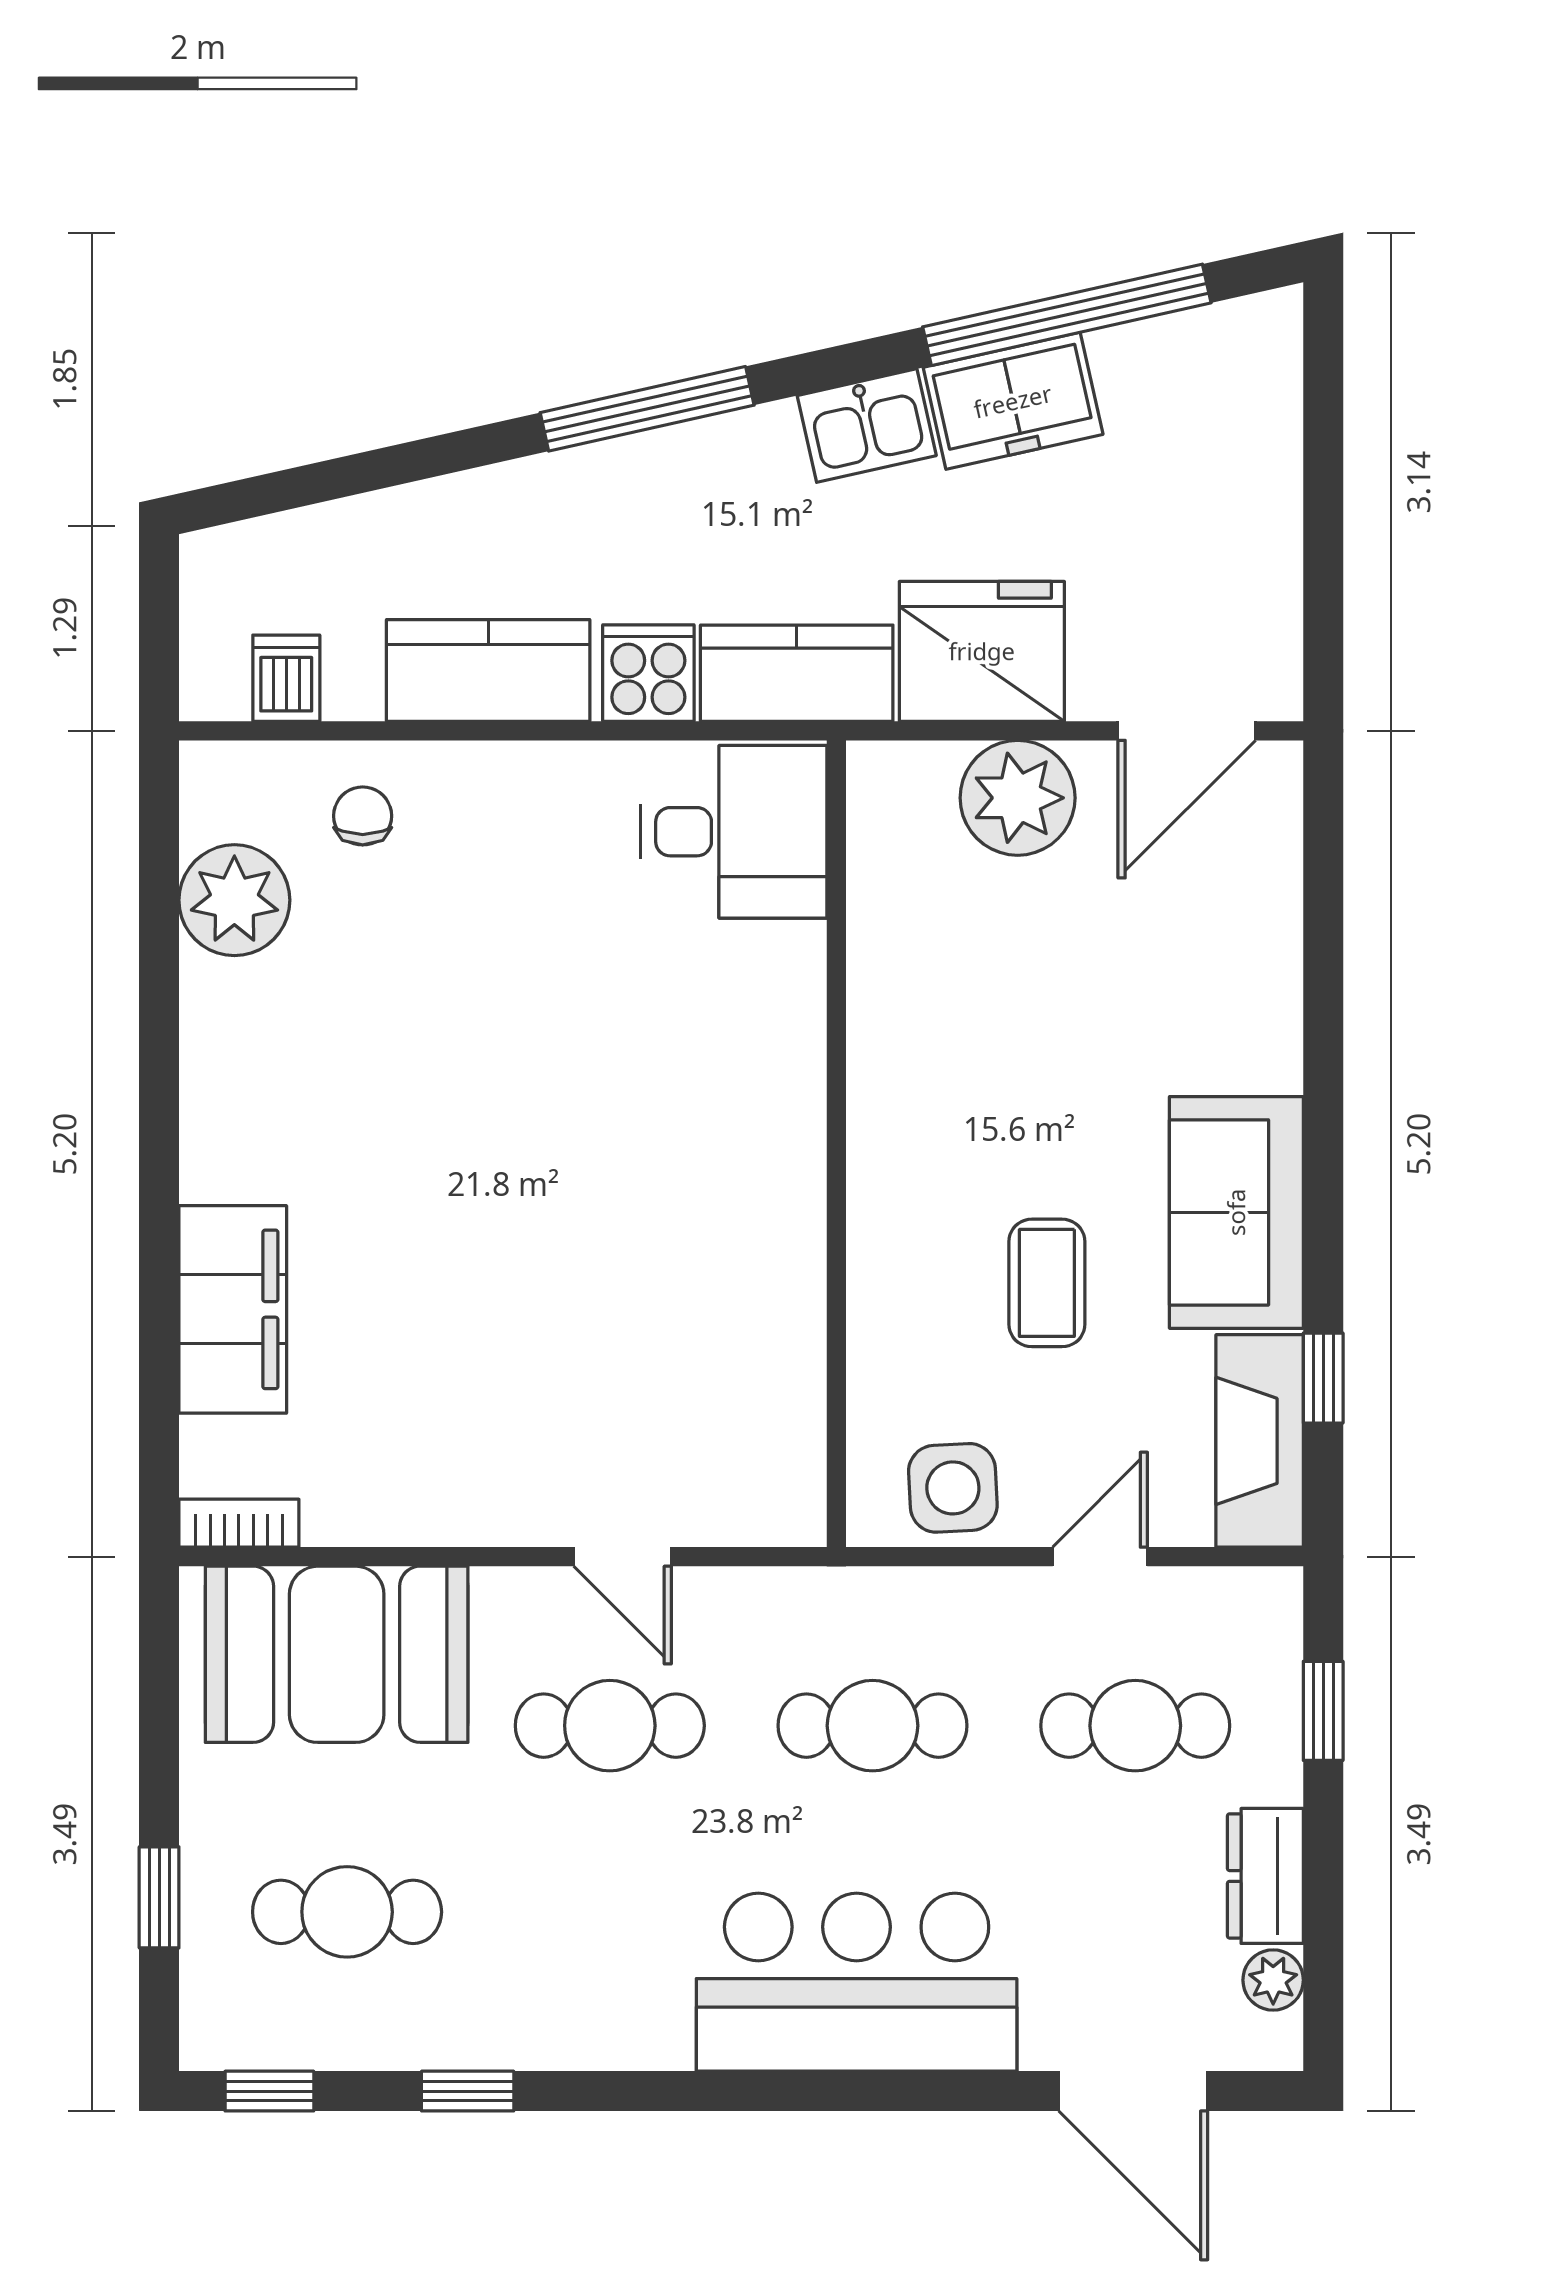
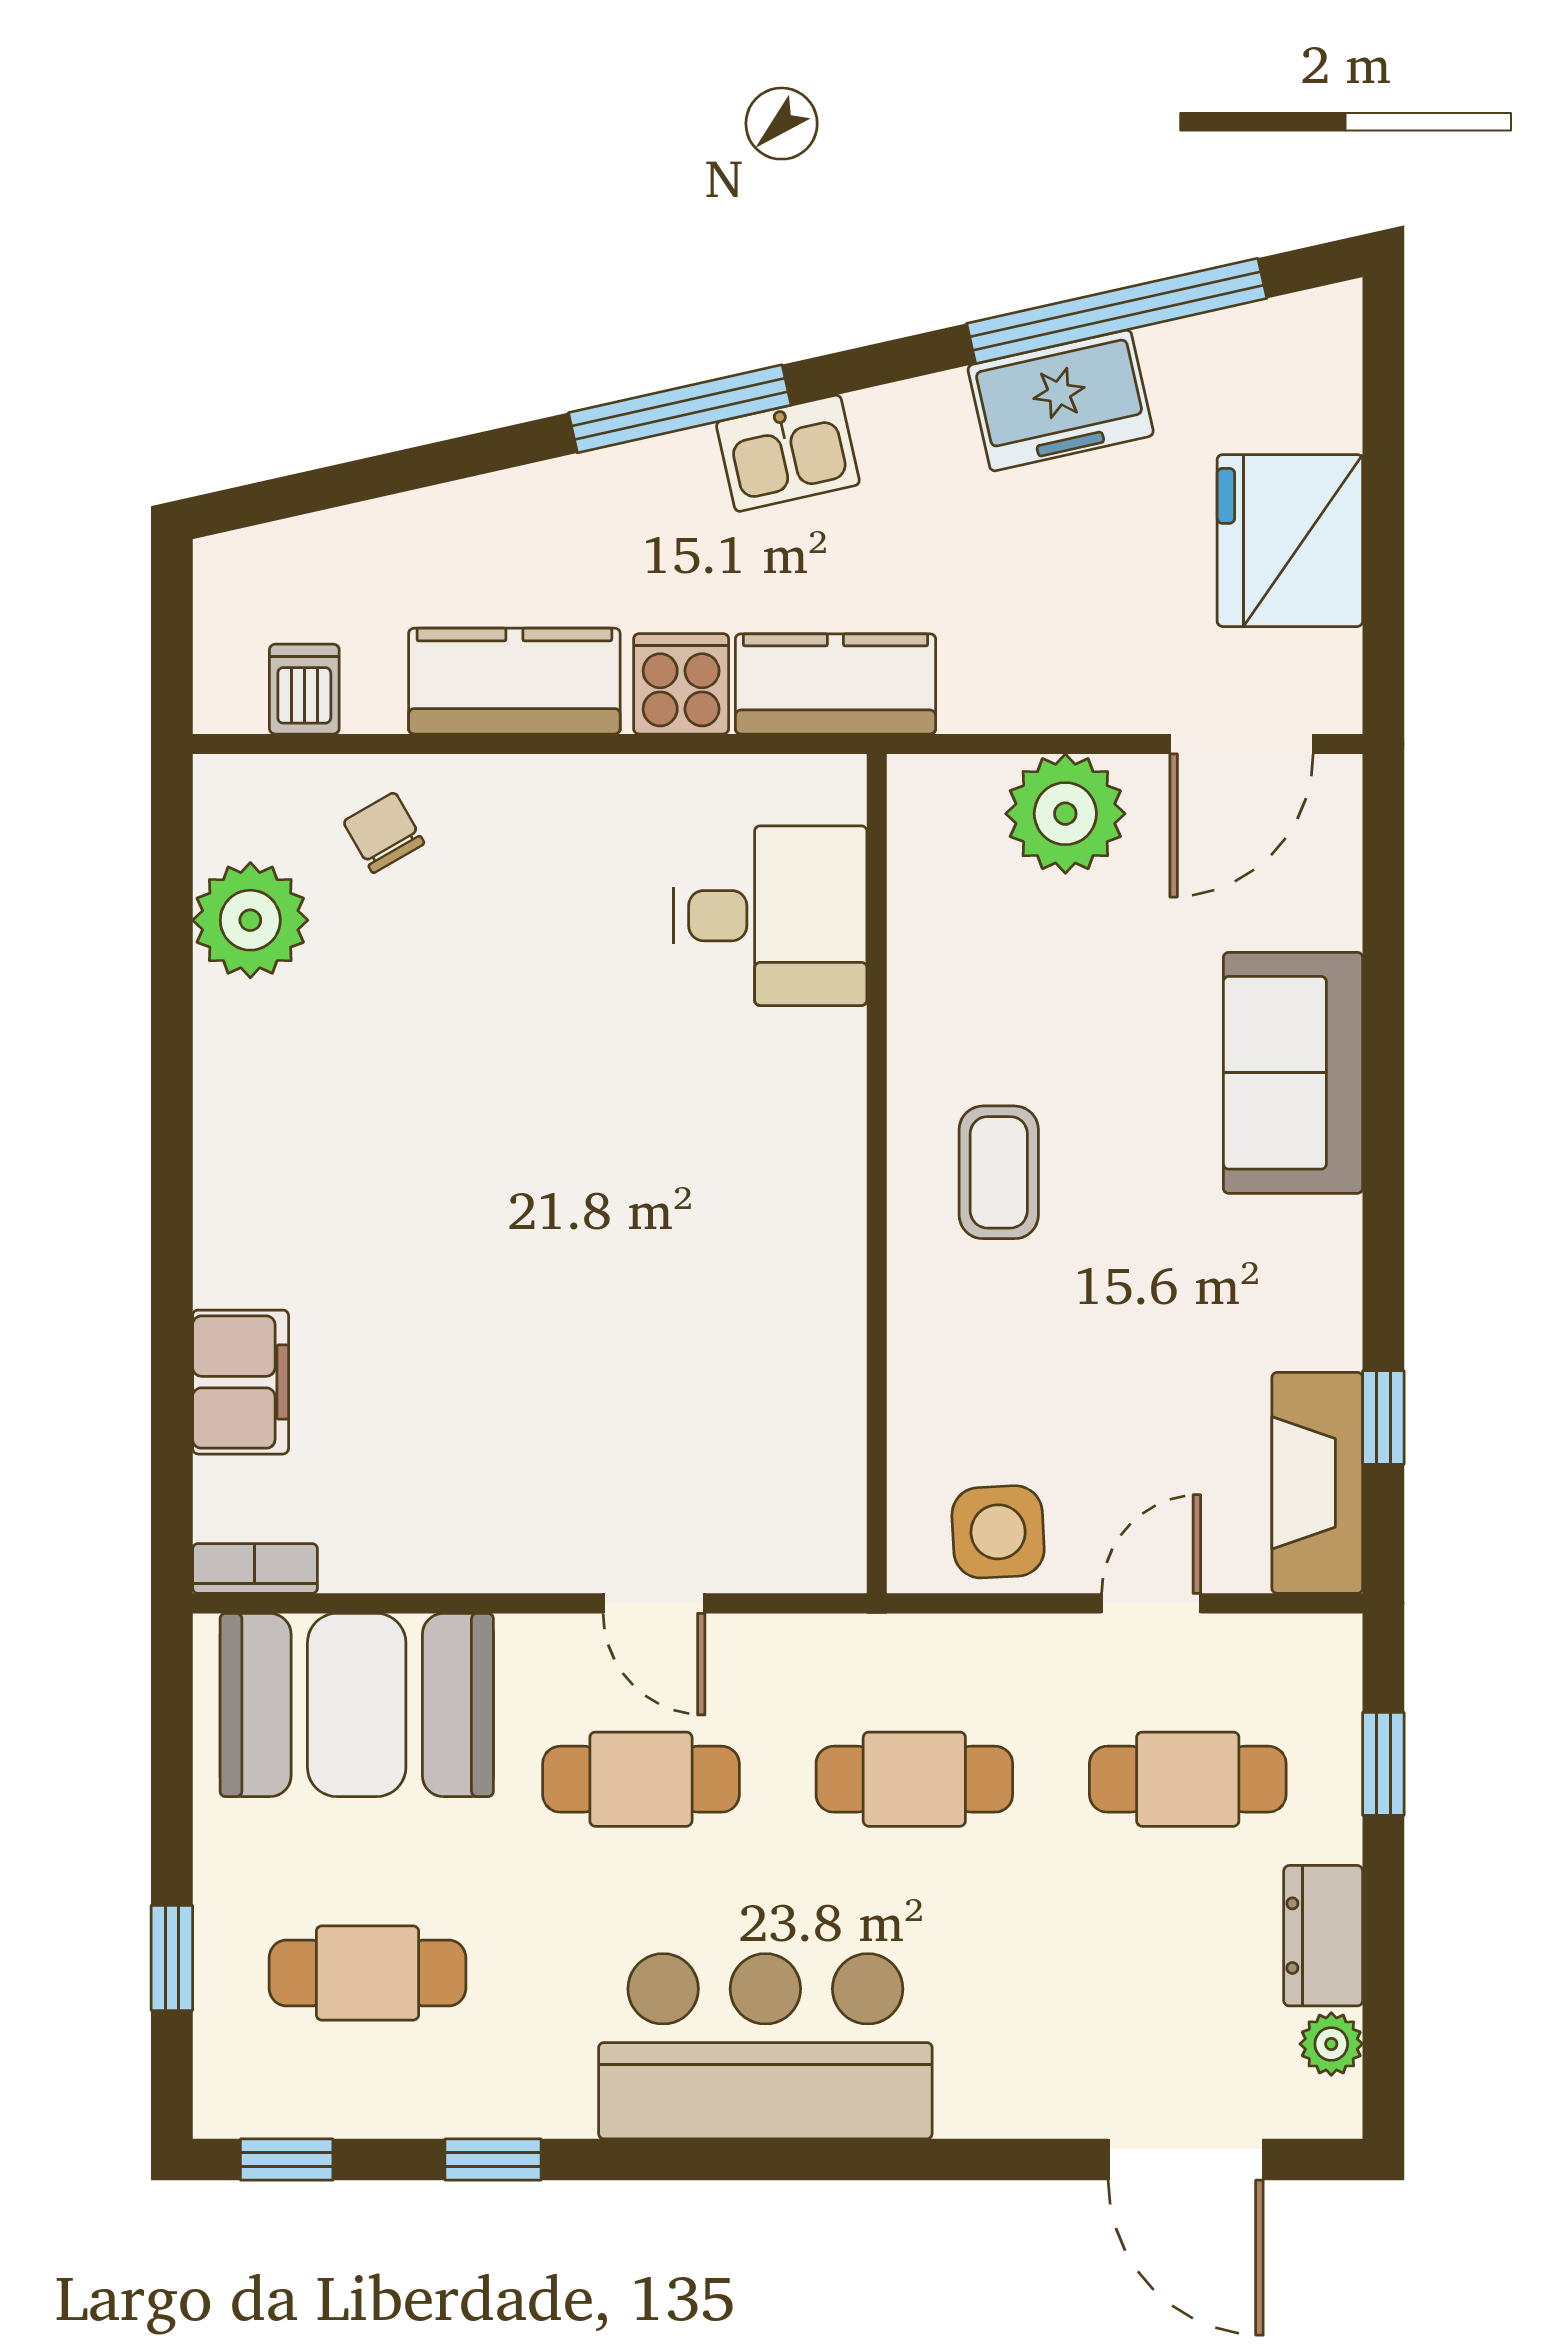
kitchen sink: (867, 426) -> (788, 453), moved
fridge: (982, 651) -> (1290, 541), moved, turned -90
chair: (363, 816) -> (384, 833), turned -30
desk: (734, 832) -> (770, 916), moved
sofa: (1236, 1212) -> (1293, 1073), moved
coffee table: (1047, 1283) -> (999, 1172), moved
filing cabinet: (233, 1309) -> (241, 1382), width x0.67, depth x0.86
bar counter: (857, 1982) -> (765, 2046), moved

